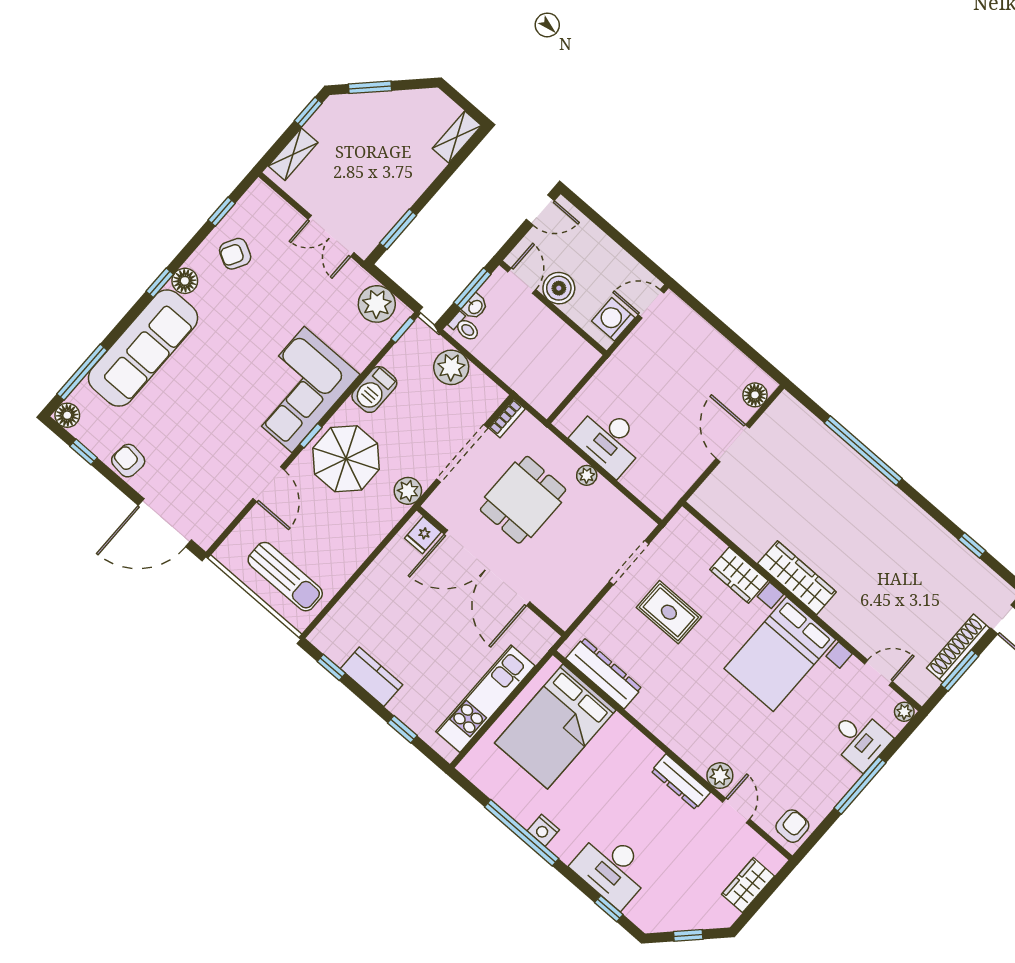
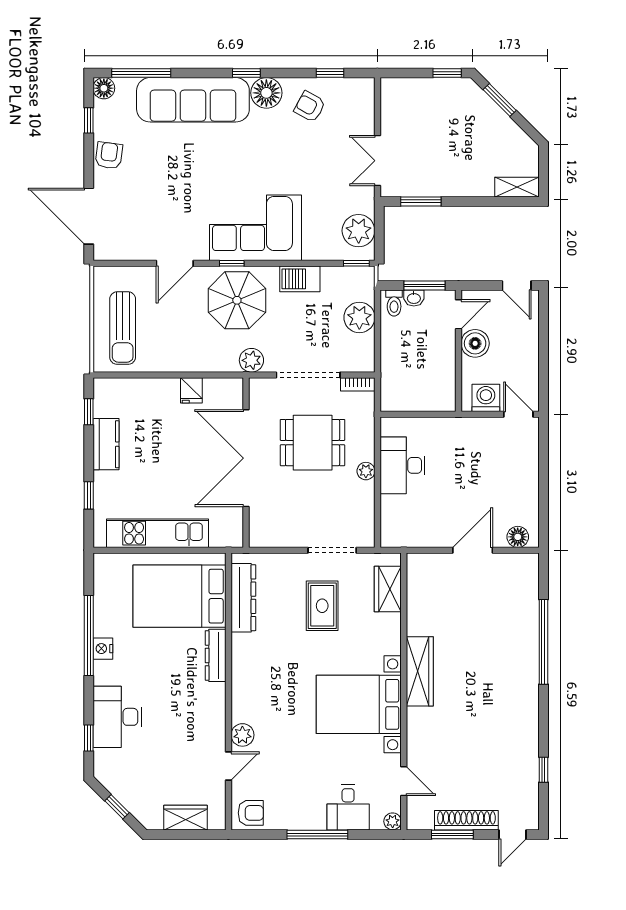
shelving: (293, 154) -> (410, 87), removed
floor lamp: (185, 281) -> (266, 93), width x1.38, depth x1.38
fridge: (423, 535) -> (191, 390), moved, turned -90
wardrobe: (739, 575) -> (388, 589), moved
dresser: (681, 782) -> (216, 655), moved

